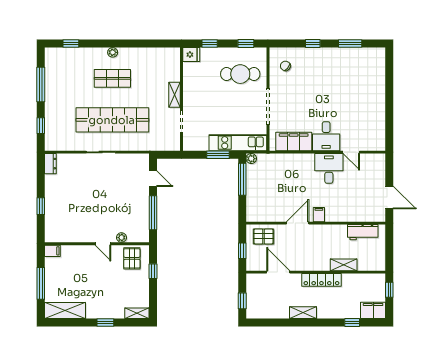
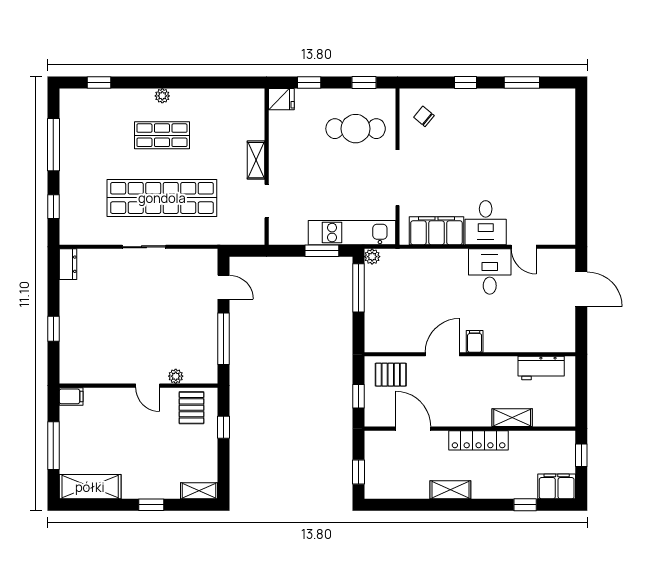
door: (389, 197) -> (581, 289), moved

